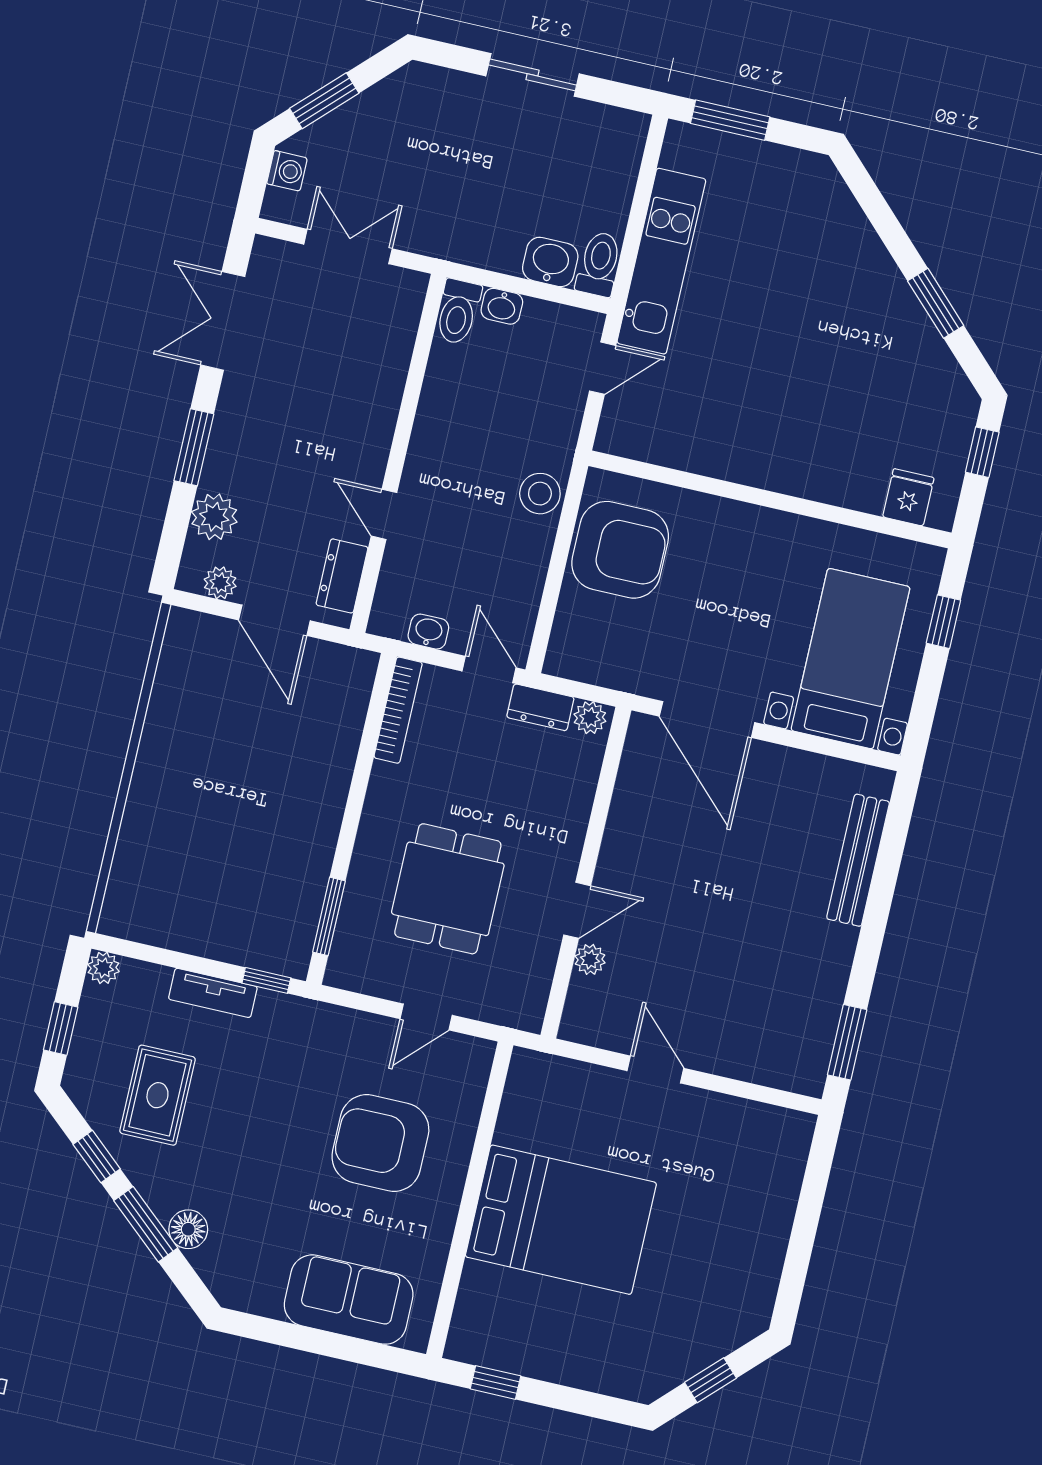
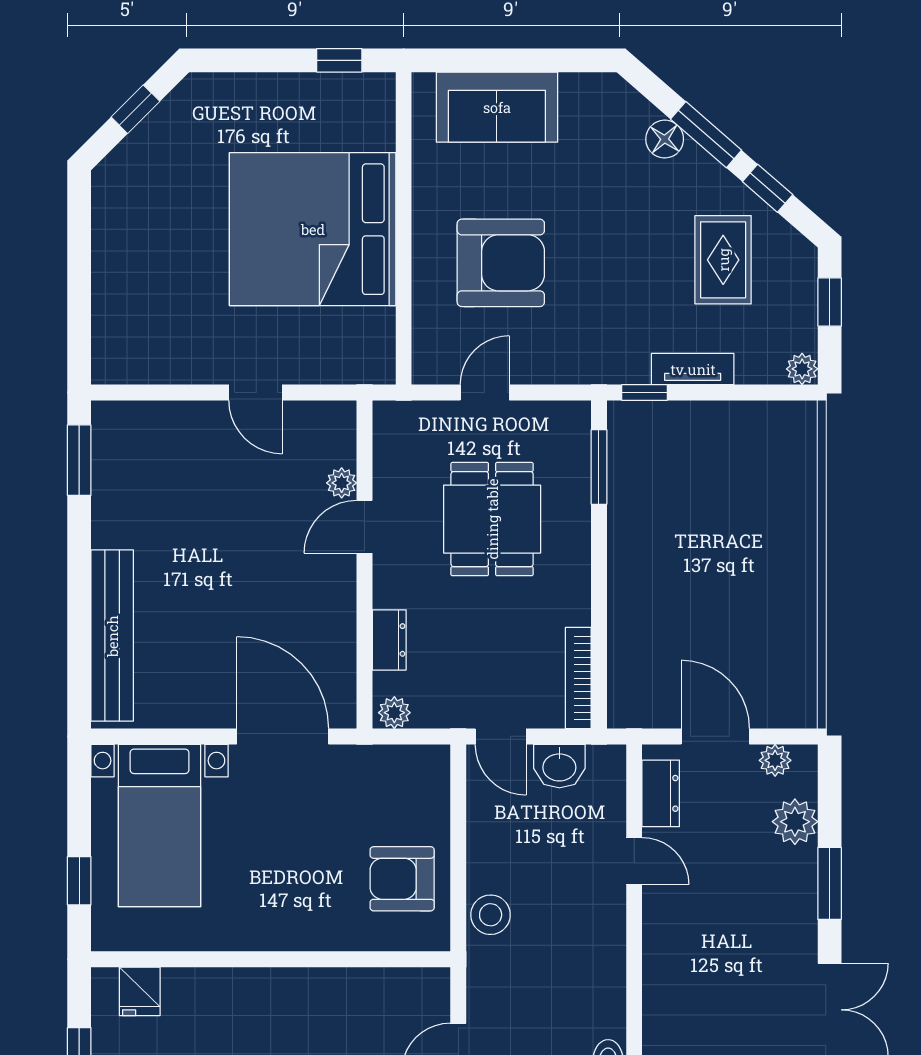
armchair: (620, 550) -> (402, 879), width x0.73, depth x0.73
washbasin: (428, 632) -> (559, 766), width x1.38, depth x1.45
dresser: (540, 707) -> (389, 640), moved, turned 90
bench: (858, 860) -> (112, 636), width x1.37, depth x1.21
bed: (561, 1220) -> (313, 229), width x1.36

